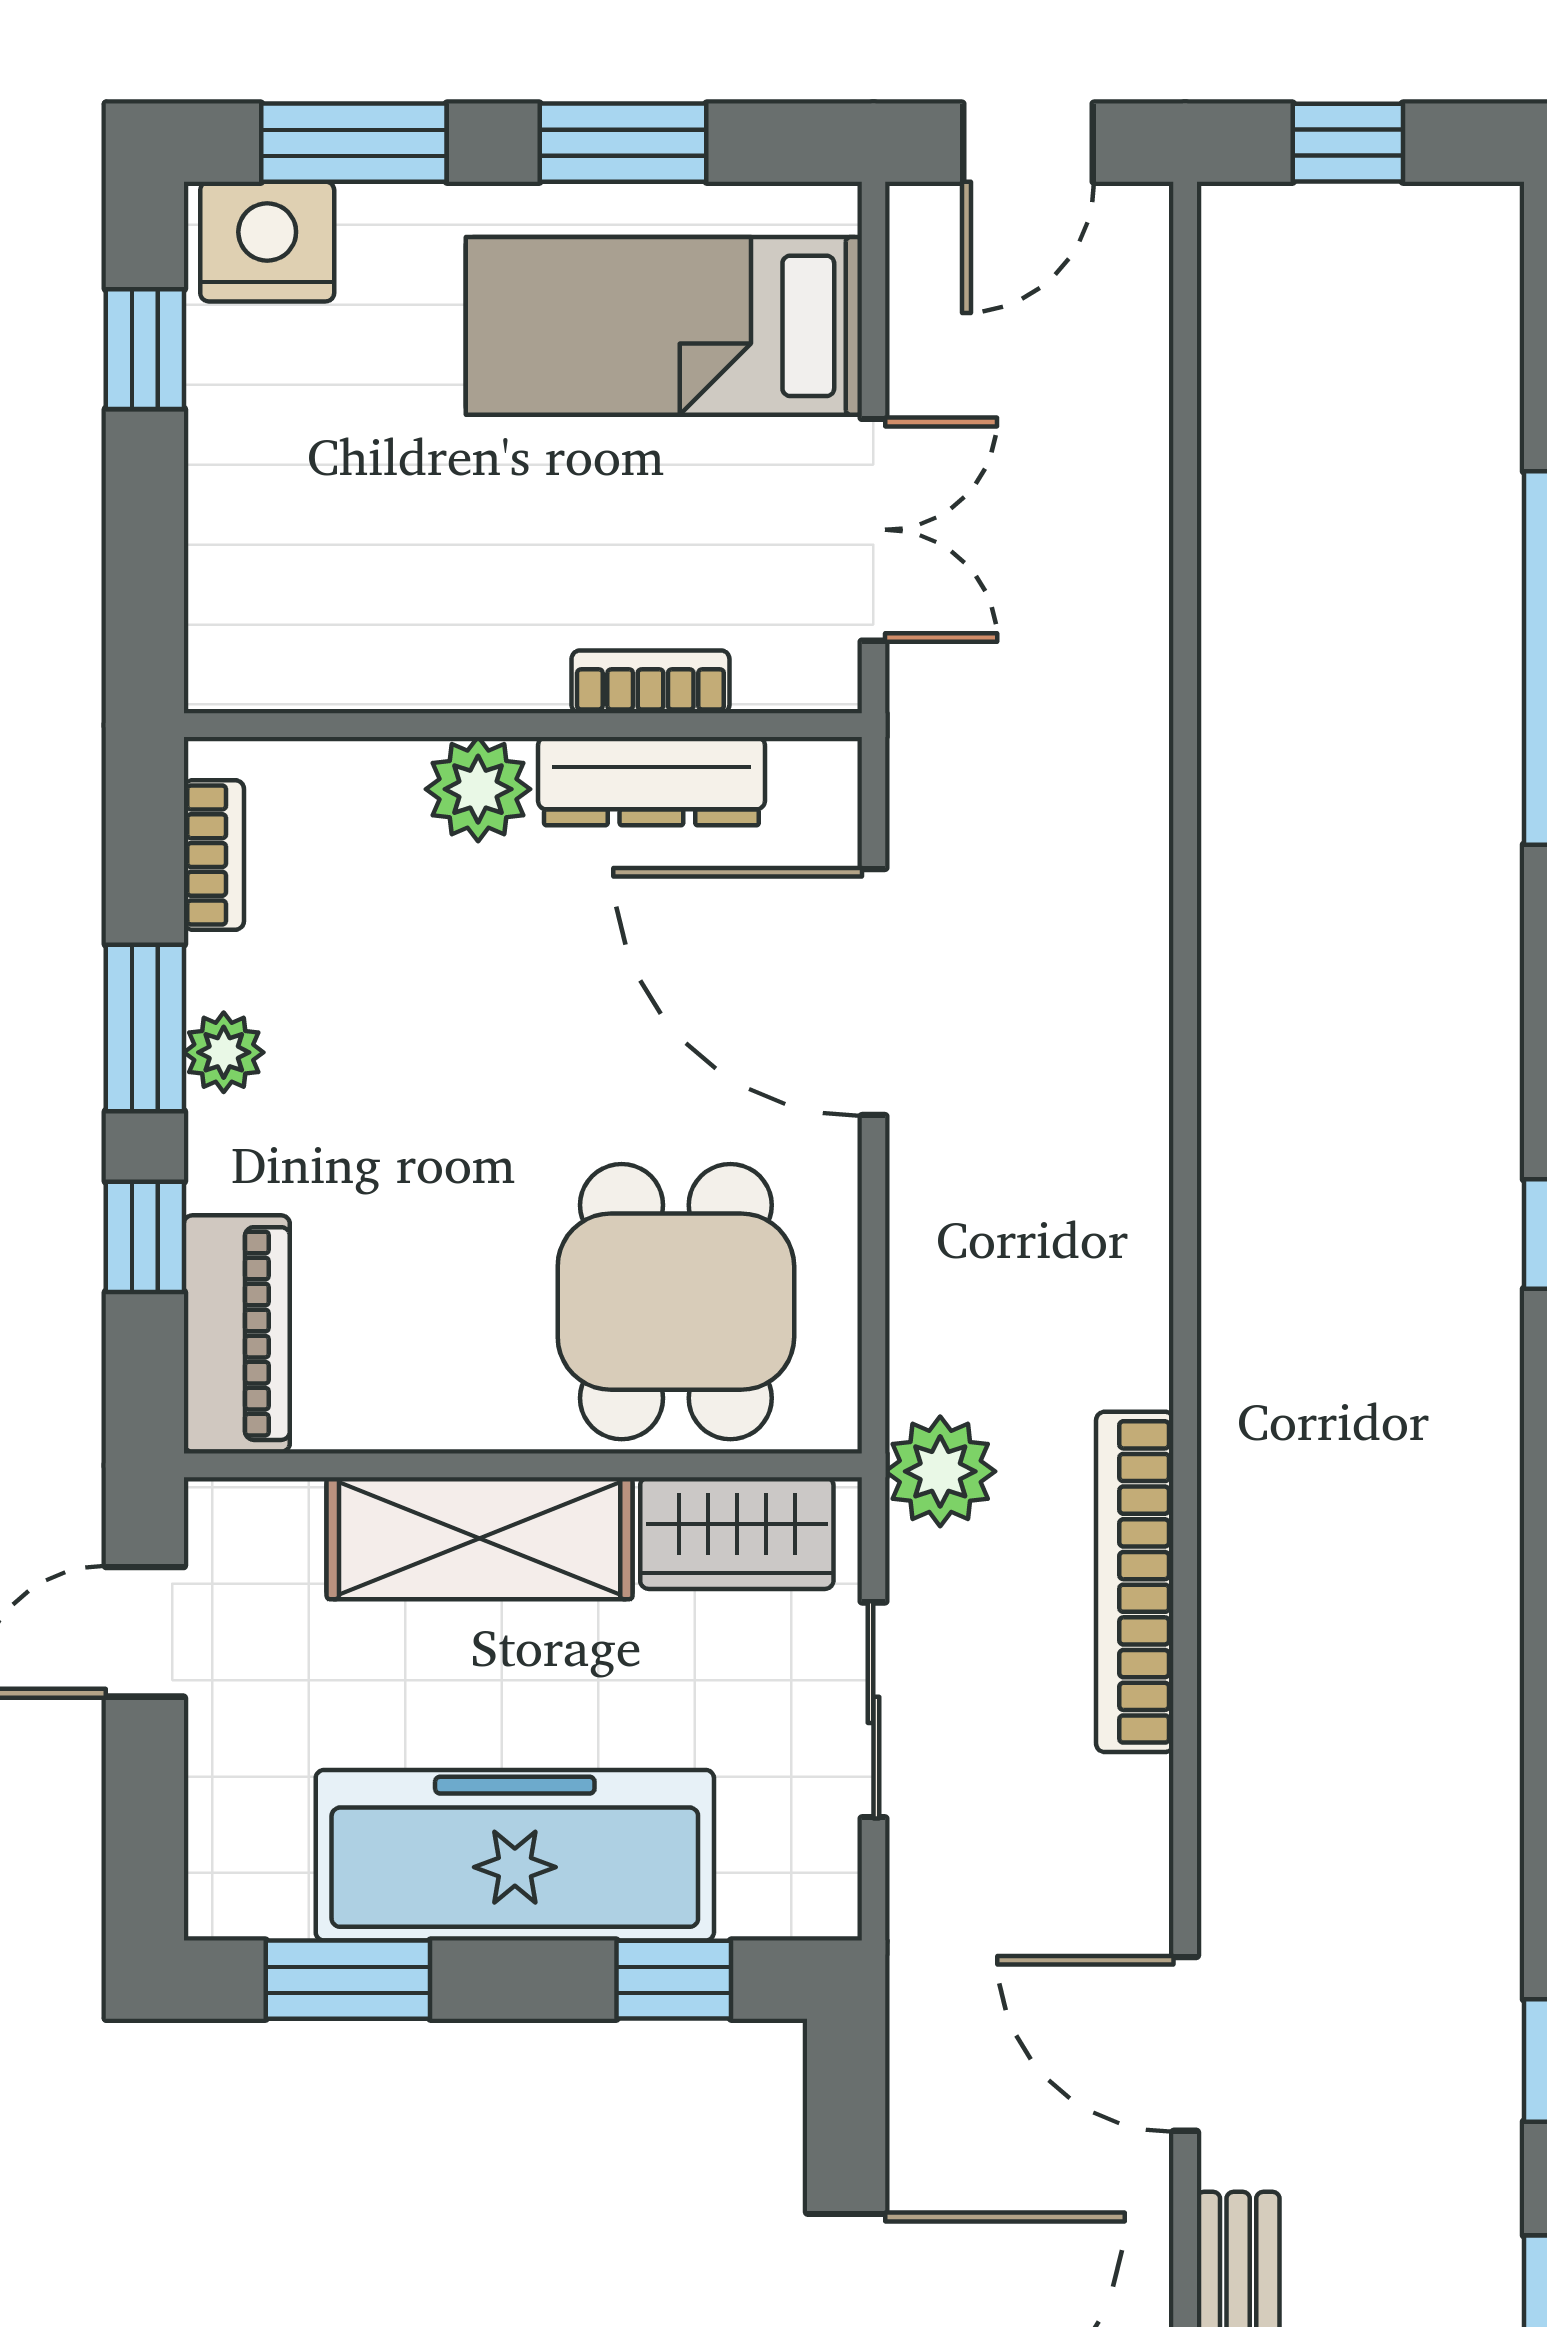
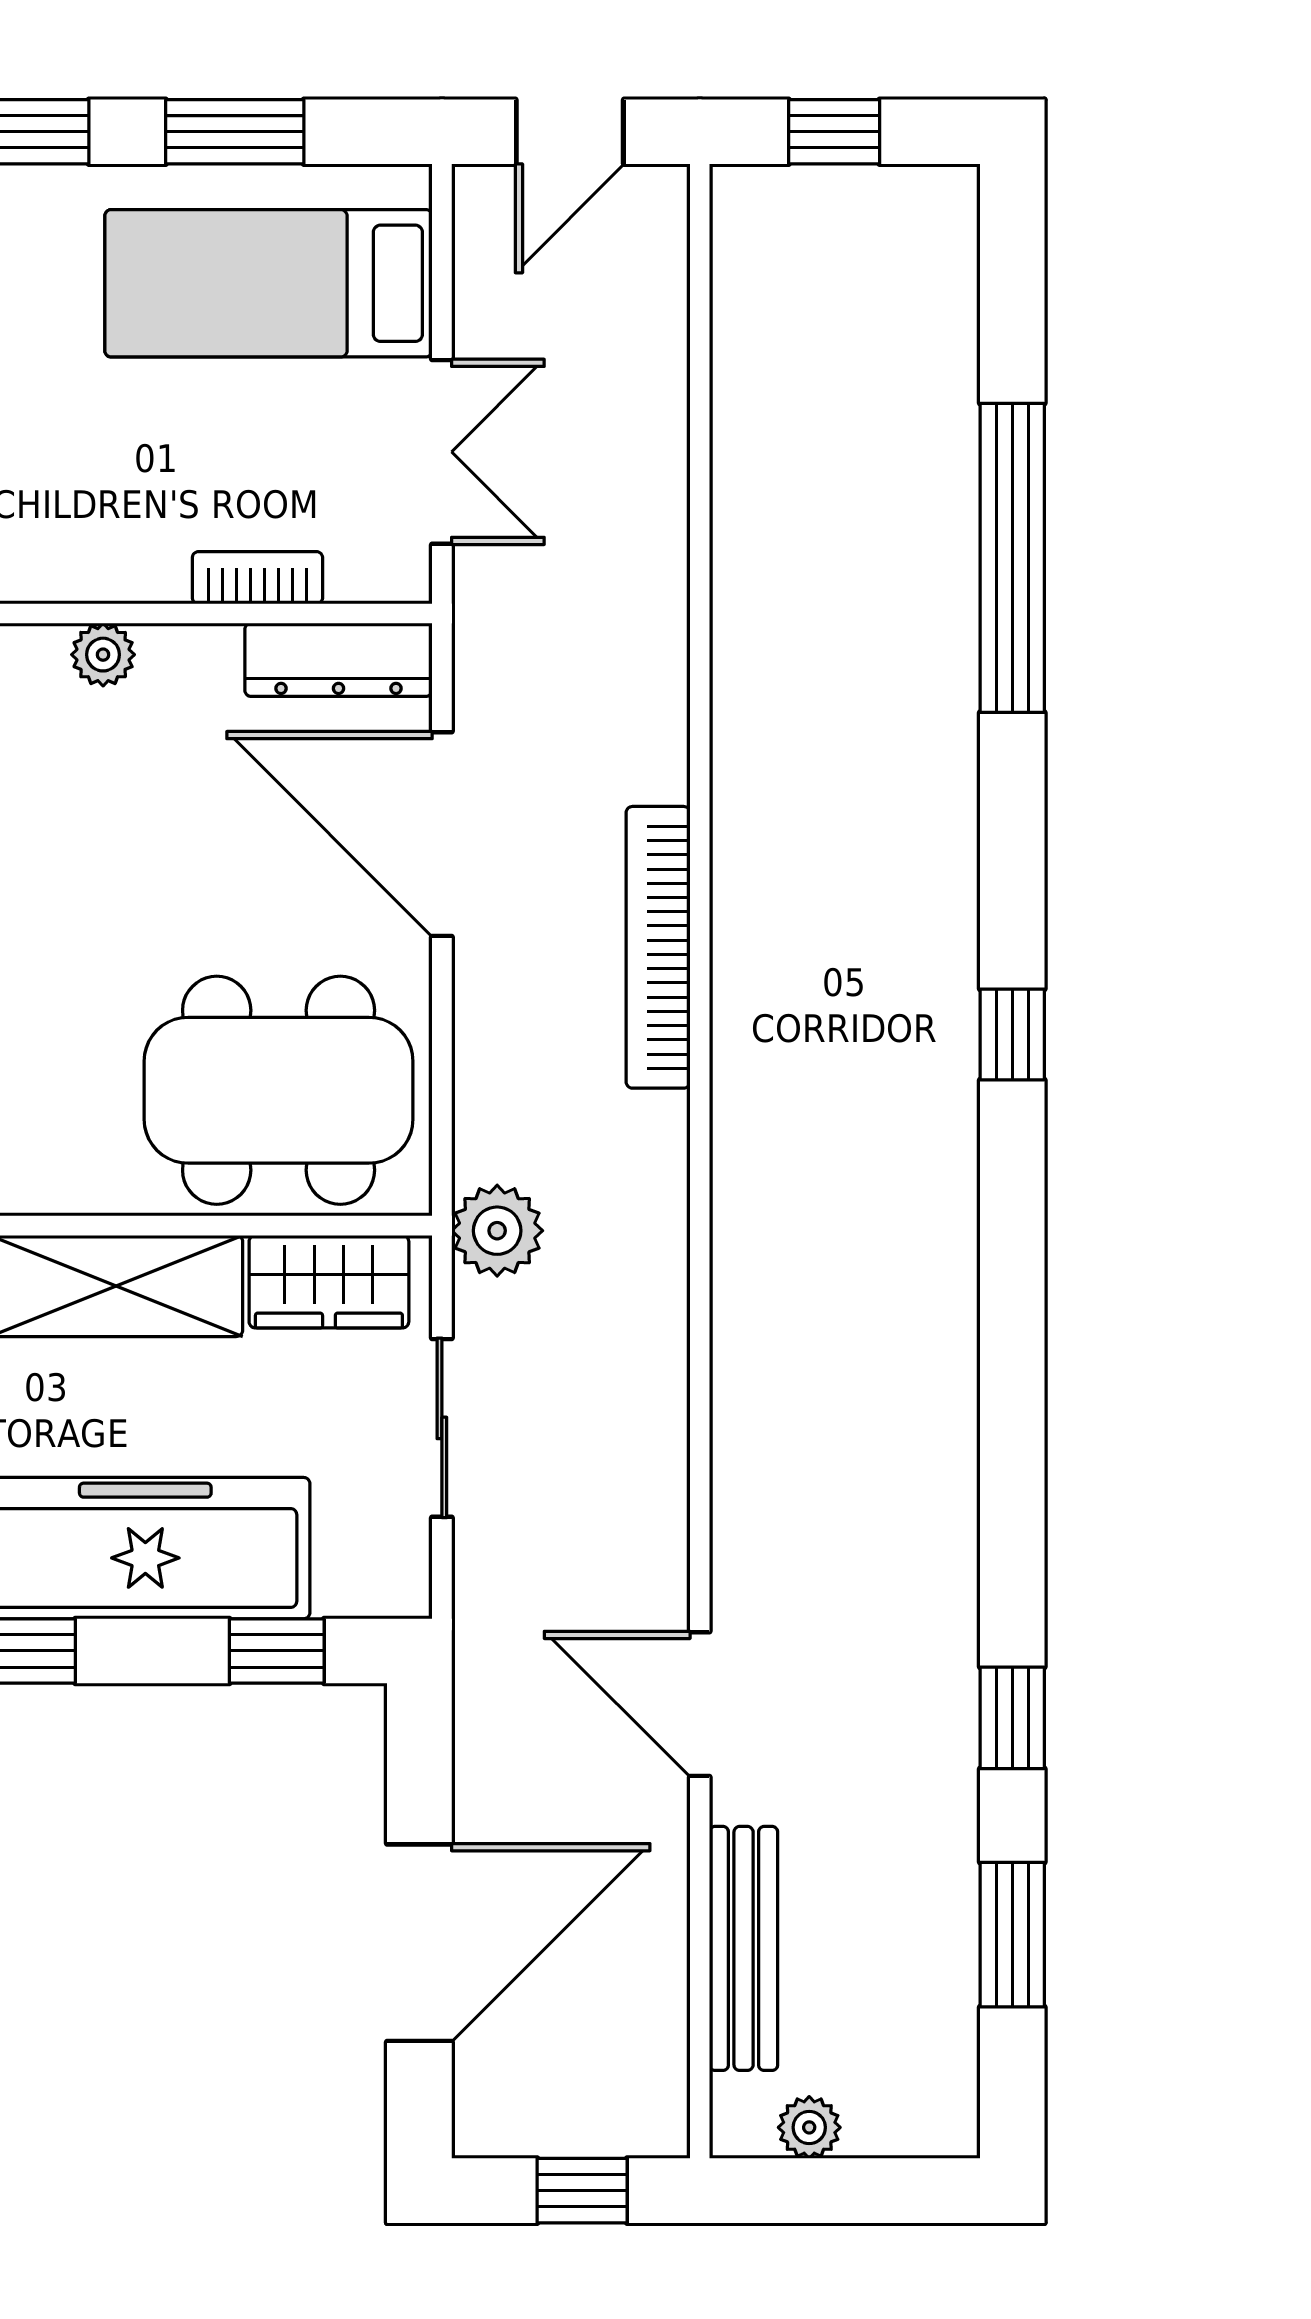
dresser: (651, 781) -> (339, 660), moved
plant: (478, 789) -> (103, 655), width x0.73, depth x0.73
dining table: (676, 1302) -> (279, 1090), width x1.38
bookcase: (1135, 1582) -> (658, 947), moved

